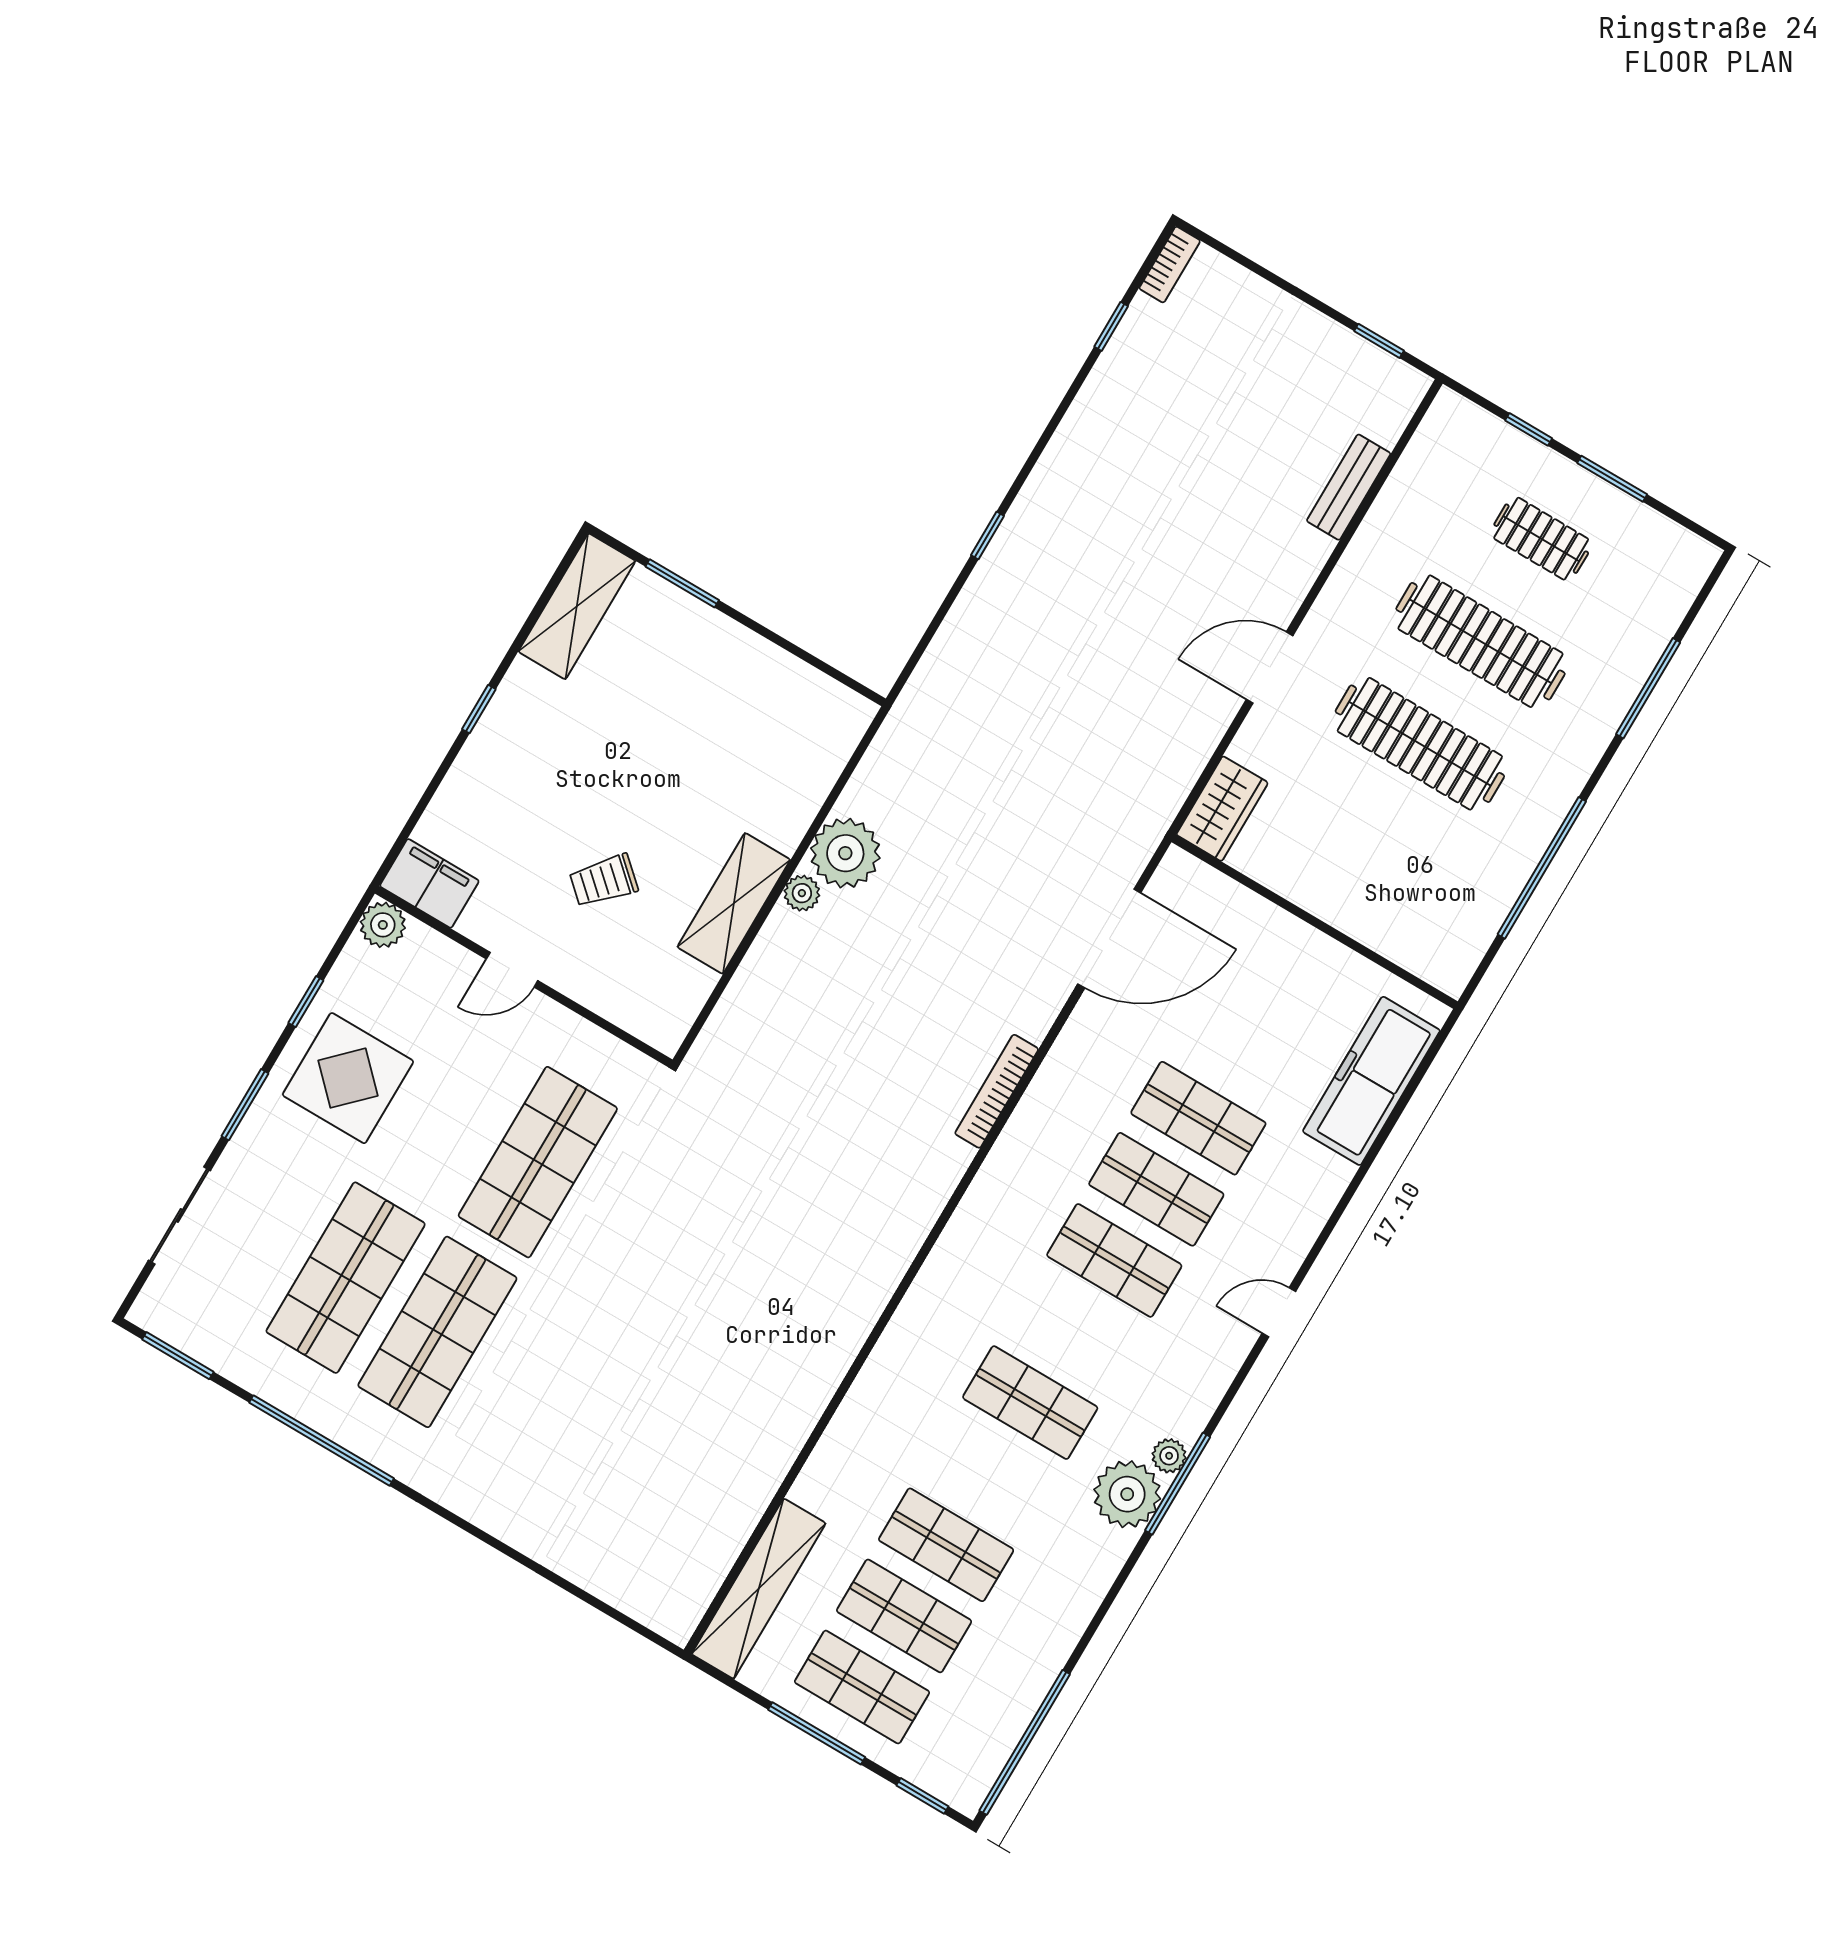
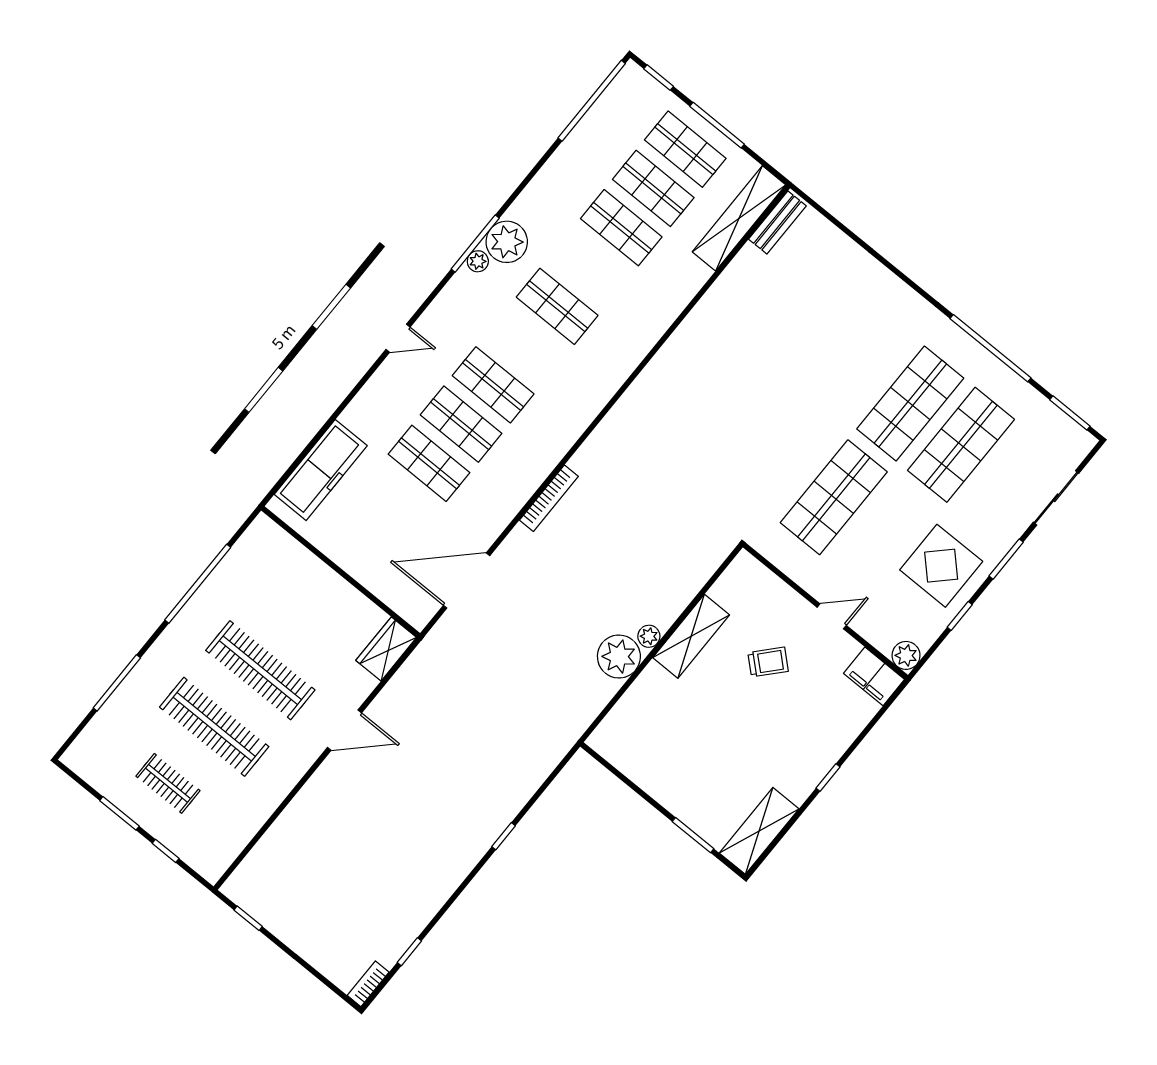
bench: (1349, 487) -> (777, 222), moved

